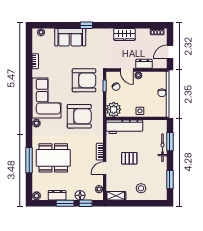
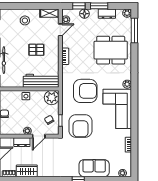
wardrobe: (125, 34) -> (27, 171), moved
door: (127, 70) -> (39, 136), swing flipped
armchair: (84, 80) -> (81, 126), turned -90
armchair: (79, 116) -> (85, 91), turned 180
window: (29, 160) -> (134, 30), moved
door: (105, 168) -> (60, 30), moved

